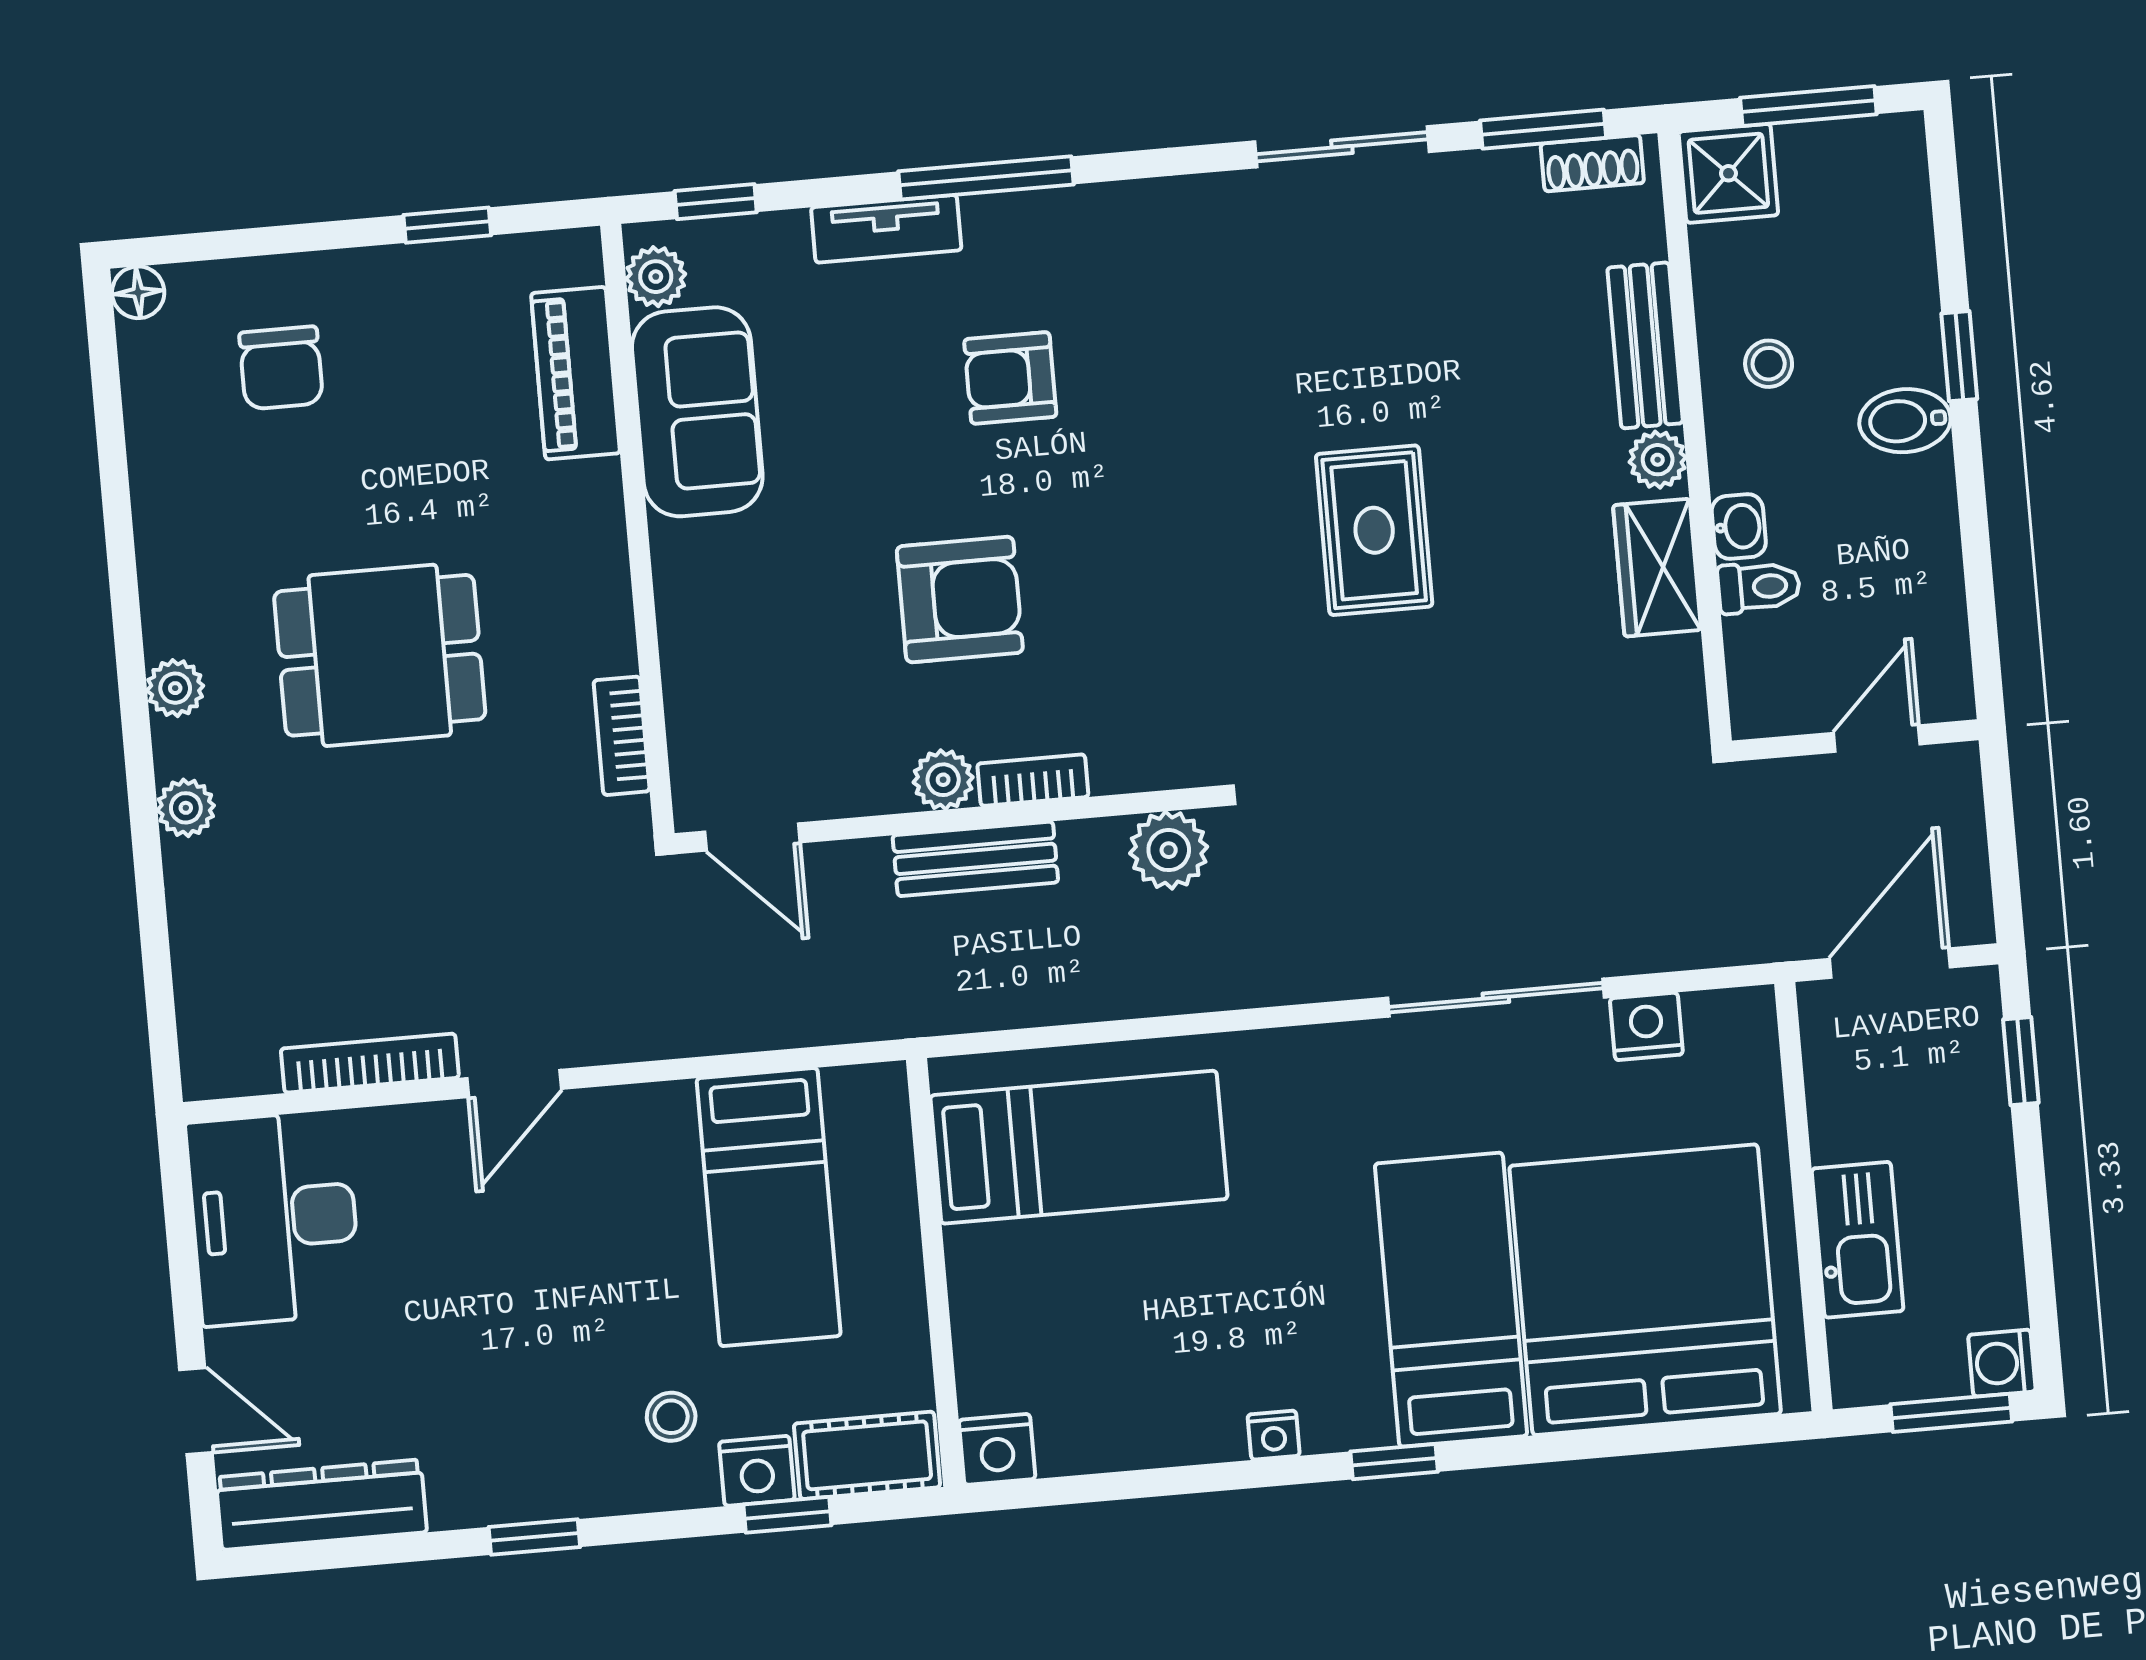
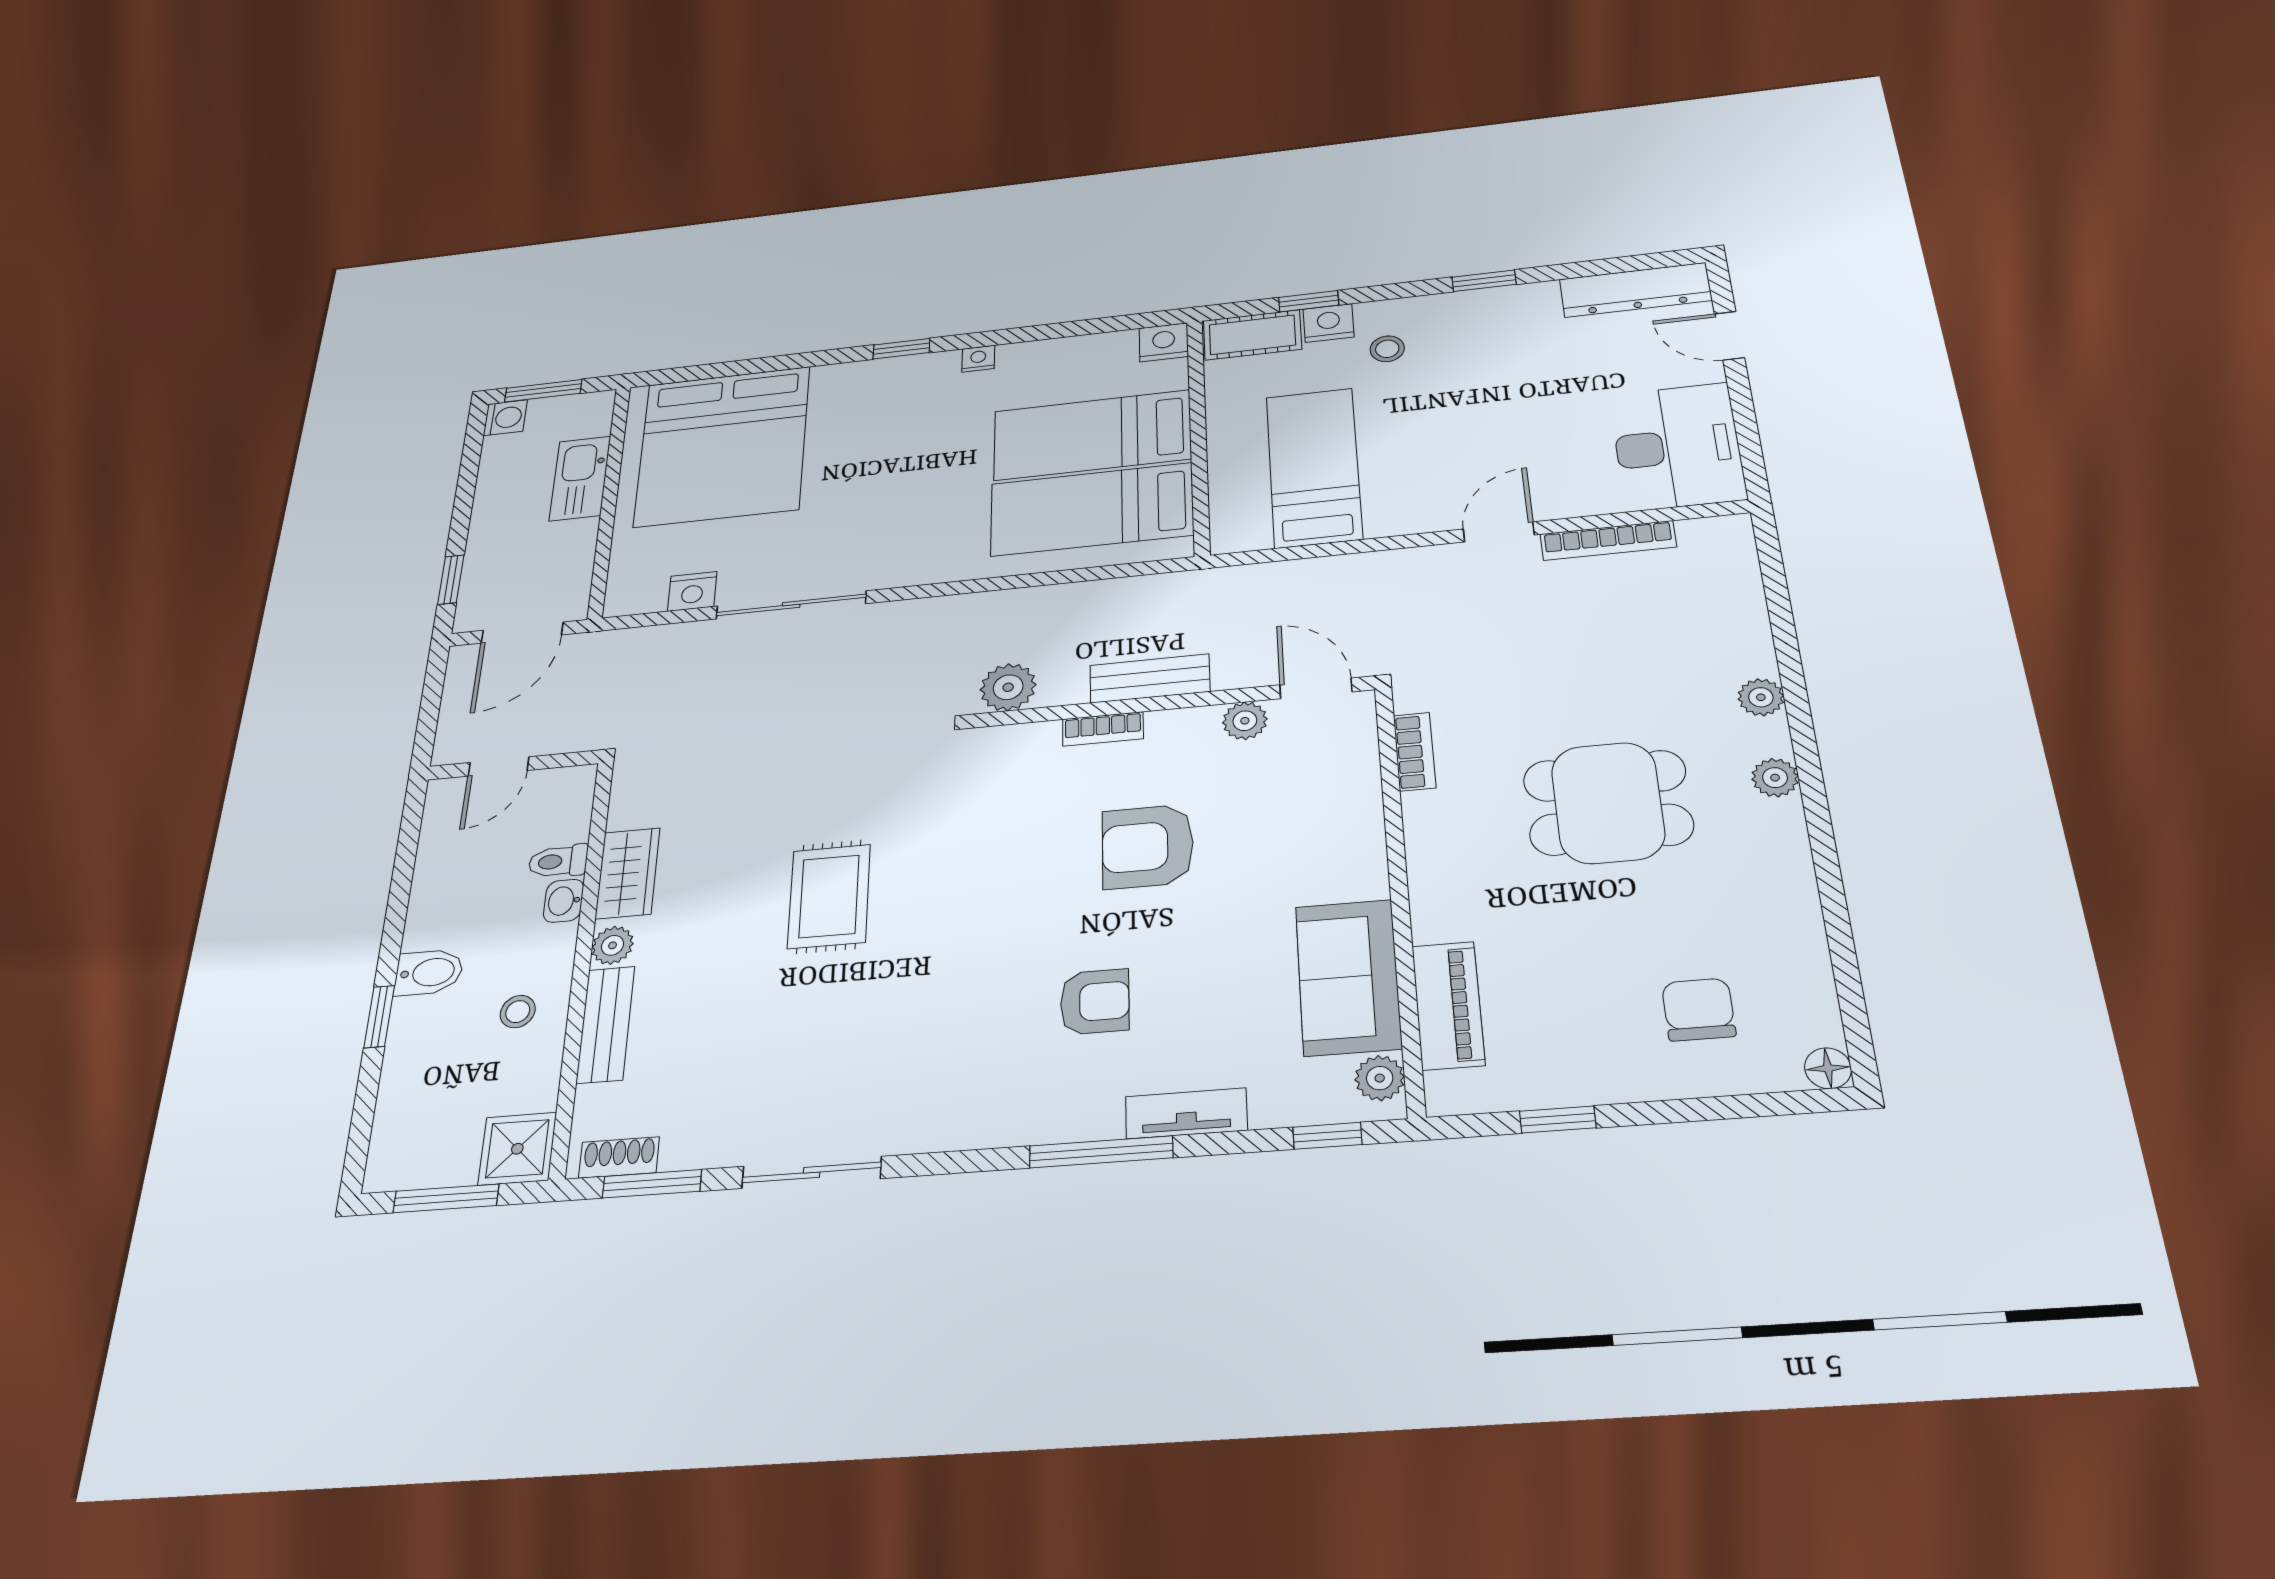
plant: (943, 780) -> (1245, 721), moved
bed: (1451, 1300) -> (1092, 435), moved, turned 90

